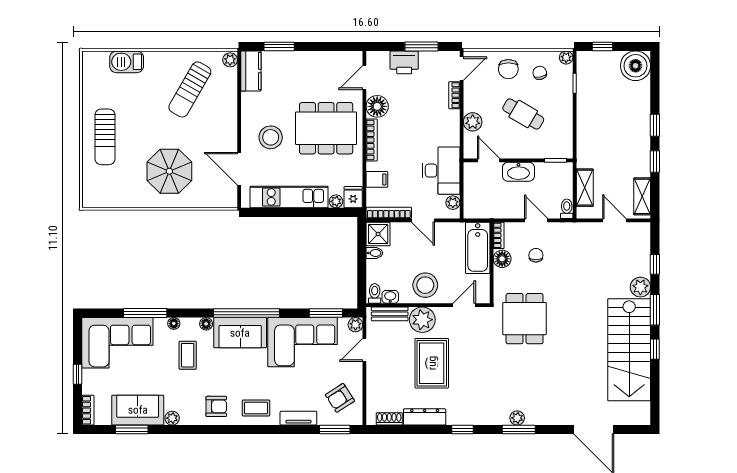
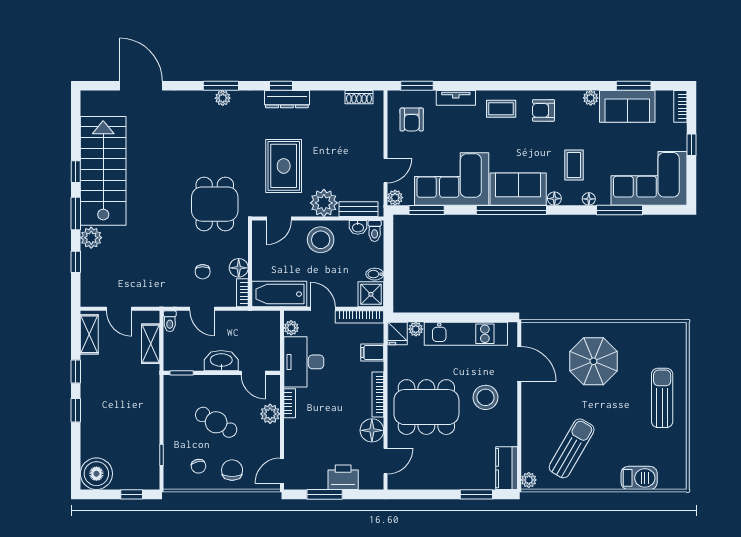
plant: (566, 57) -> (170, 483), removed
bookcase: (454, 95) -> (290, 403), moved
bathtub: (478, 248) -> (279, 294), moved, turned -90
rug: (432, 363) -> (284, 166), moved
armchair: (340, 398) -> (412, 120), turned 123
dresser: (425, 417) -> (287, 99), moved

